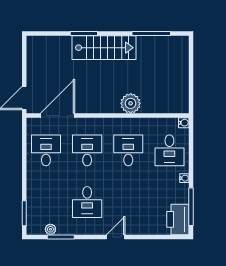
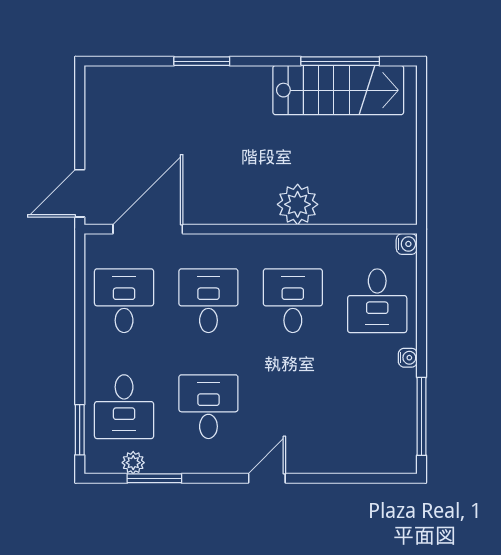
stairs: (104, 48) -> (338, 90), moved
desk: (46, 202) -> (124, 407), added
desk: (87, 202) -> (208, 407), turned 180
printer: (178, 219) -> (395, 442), removed

